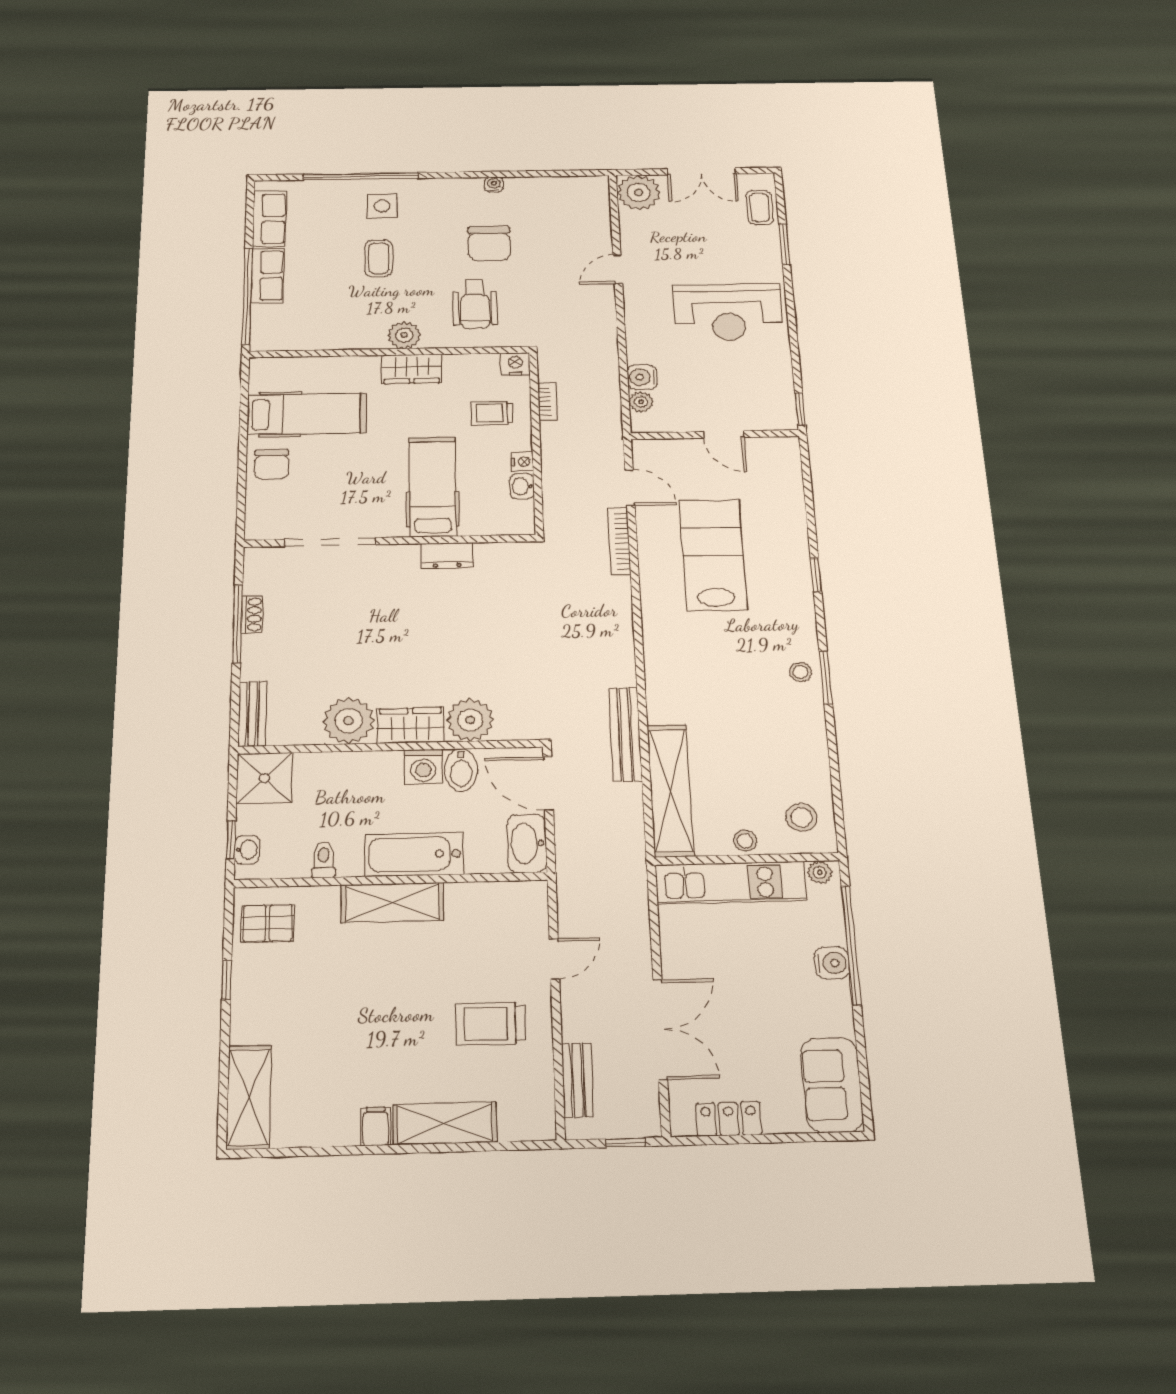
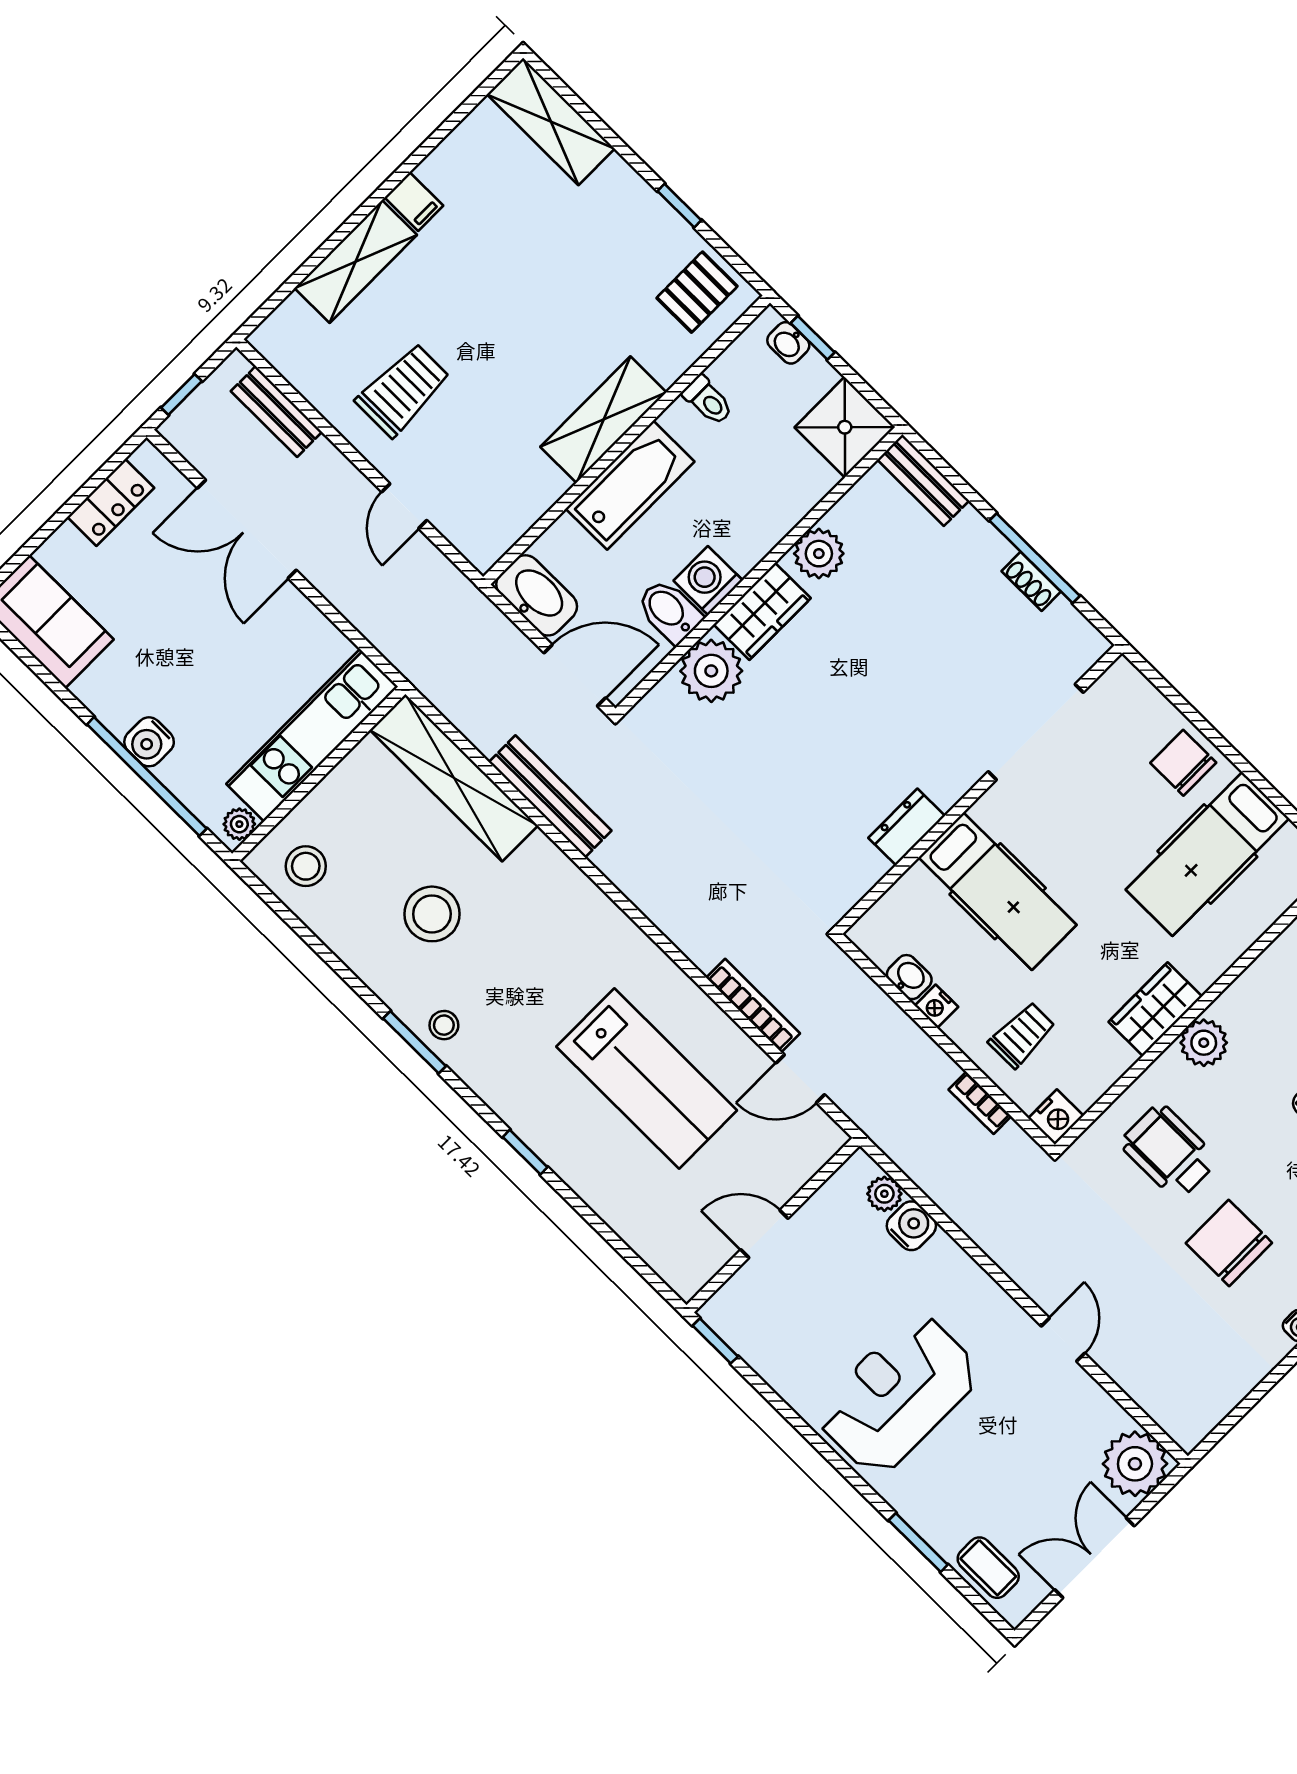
plant: (348, 721) -> (819, 554), width x0.73, depth x0.73
stool: (745, 841) -> (432, 914), moved, width x1.89, depth x1.89

